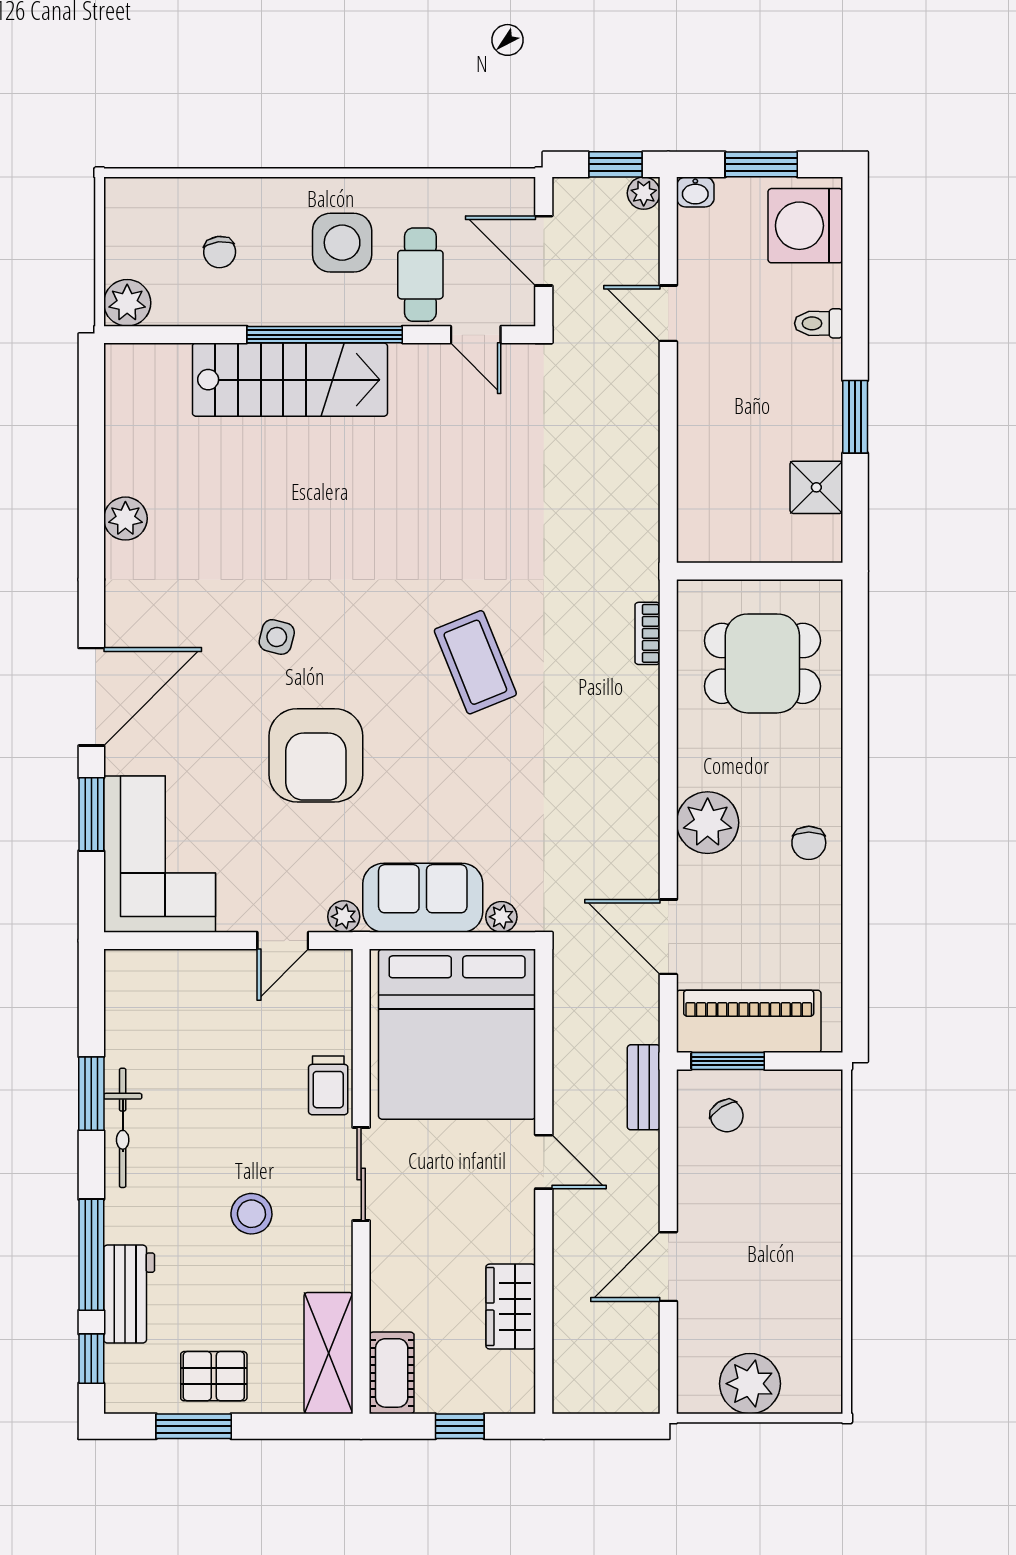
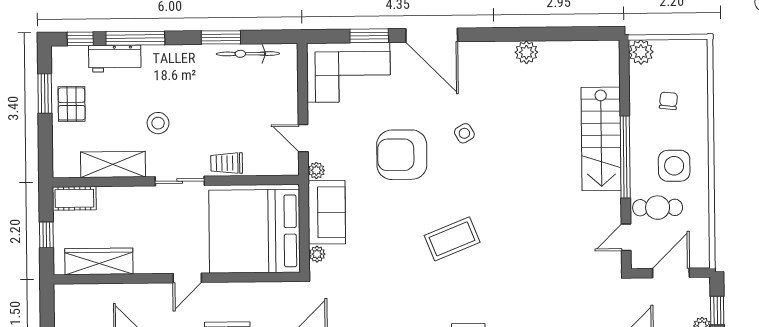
chair: (220, 252) -> (668, 101), turned 103
side table: (277, 637) -> (464, 133), turned 45
bicycle: (123, 1128) -> (248, 54), moved
wardrobe: (511, 1307) -> (99, 261), width x1.50
shelving: (329, 1353) -> (113, 164), moved

